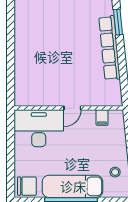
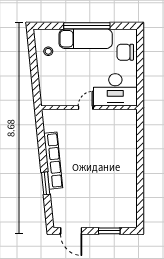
filing cabinet: (102, 118) -> (60, 99), removed
chair: (27, 186) -> (125, 52), moved

